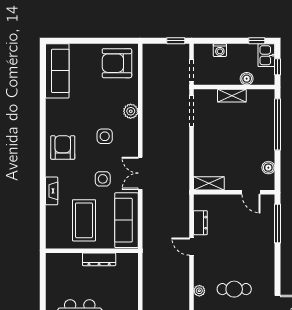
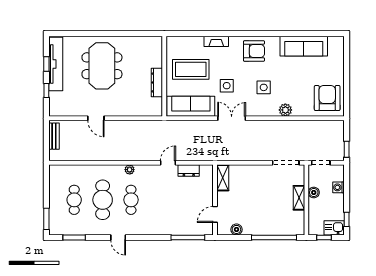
sofa: (57, 71) -> (304, 46), moved
boiler: (247, 79) -> (314, 192), moved

